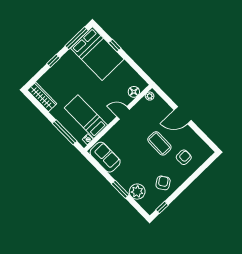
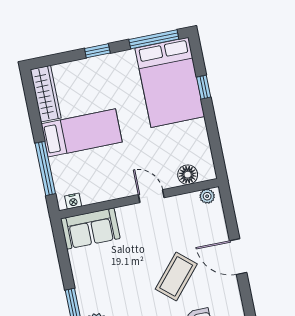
bed: (86, 117) -> (82, 133), moved, turned 90
coffee table: (159, 143) -> (176, 276), turned 40
sofa: (105, 157) -> (90, 229), moved, turned 90

